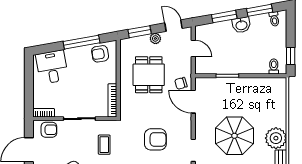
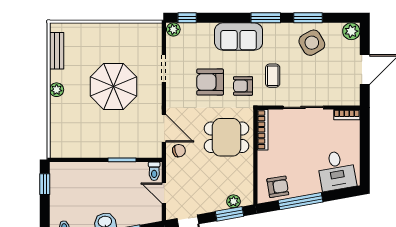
plant: (155, 38) -> (233, 201), moved
toilet: (274, 67) -> (154, 171), moved
dining table: (149, 75) -> (227, 137), moved, turned 90
armchair: (49, 130) -> (243, 86), moved
plant: (276, 138) -> (57, 90), width x0.53, depth x0.53

